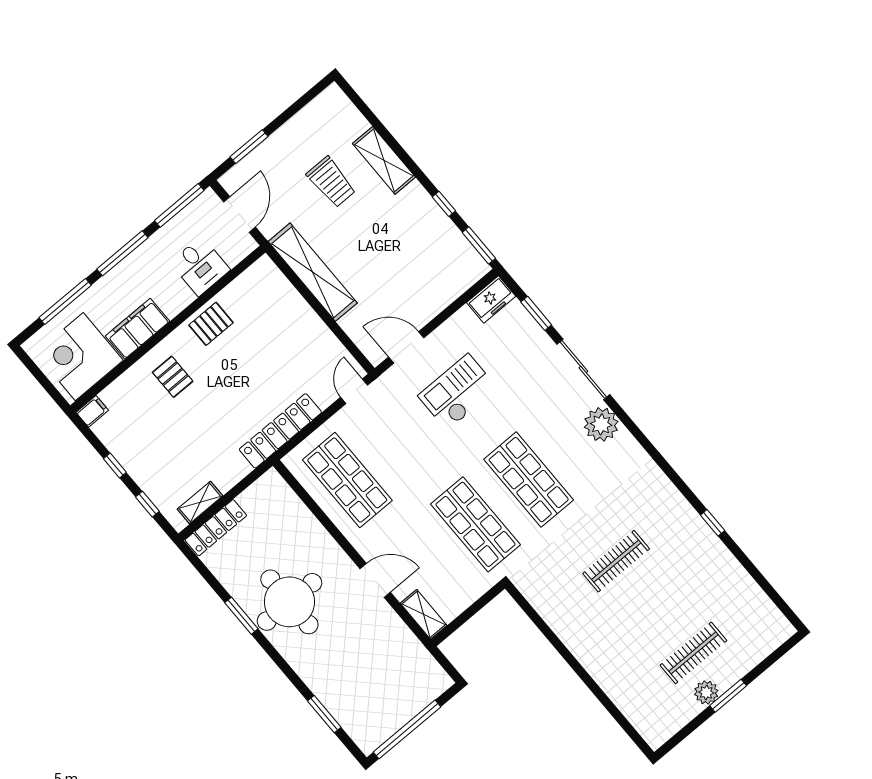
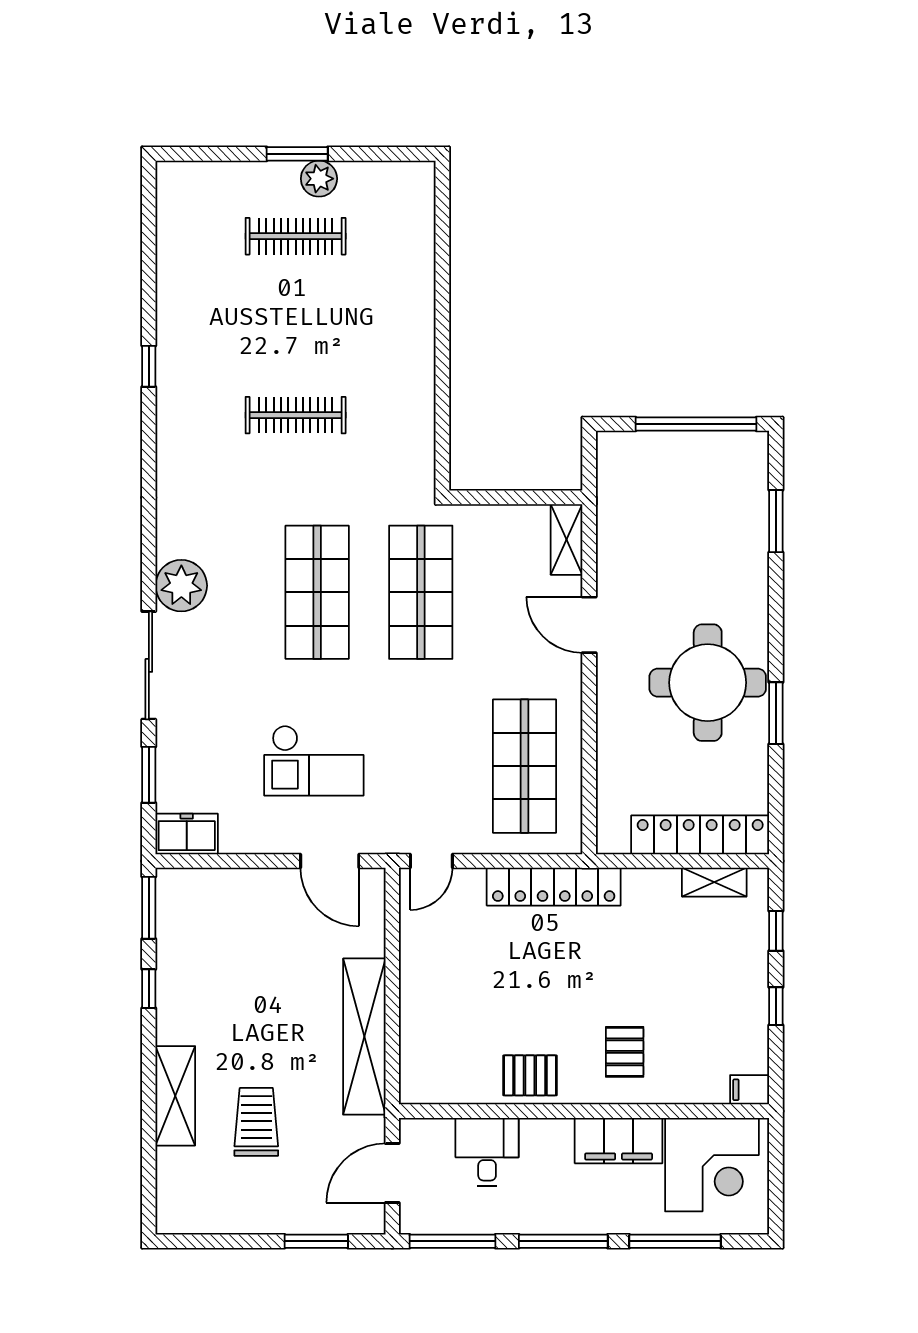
locker: (216, 528) -> (700, 835), width x1.41, depth x1.21

